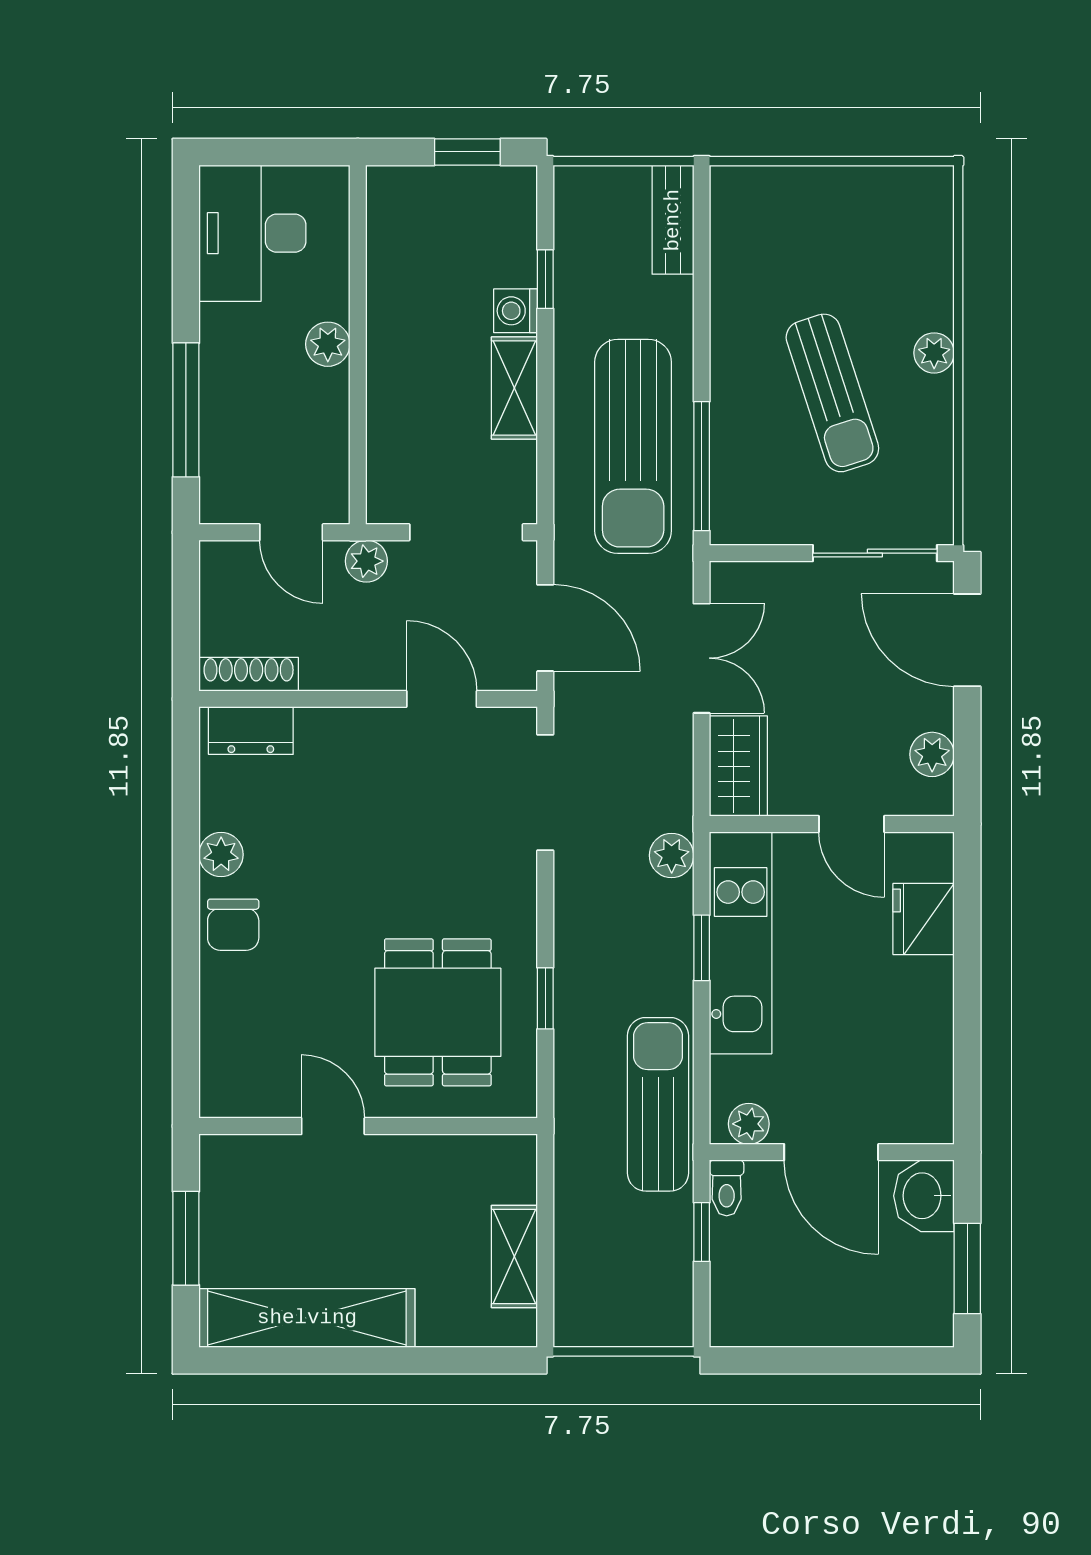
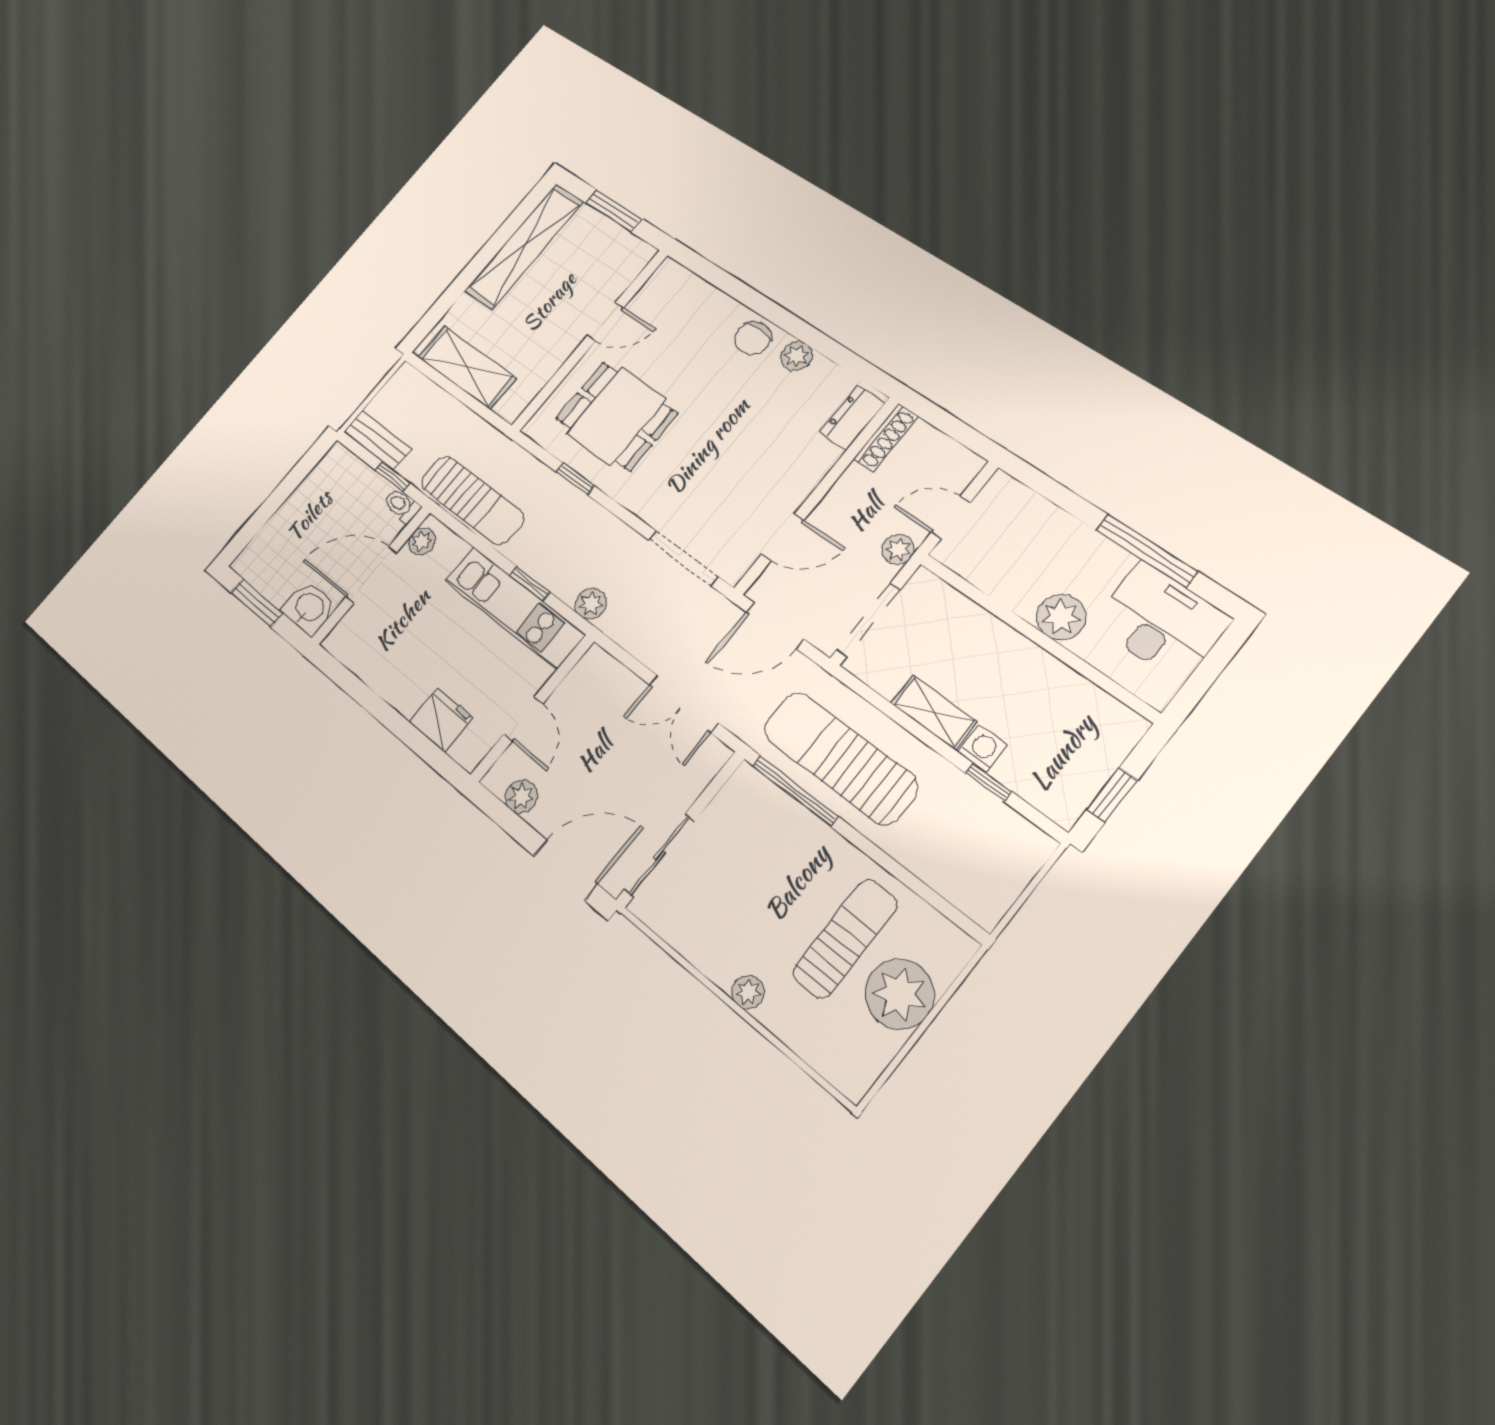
plant: (818, 206) -> (899, 994), added
bench: (673, 220) -> (377, 440), moved
plant: (328, 344) -> (1061, 617), width x1.38, depth x1.38
sun lounger: (832, 393) -> (845, 939), moved, turned 108
window: (186, 410) -> (1147, 551), moved
wardrobe: (738, 766) -> (607, 679), removed
door: (852, 824) -> (523, 719), swing flipped
chair: (233, 925) -> (753, 338), turned -90
shelving: (514, 1257) -> (467, 367), width x1.50, depth x1.33

